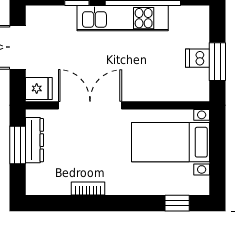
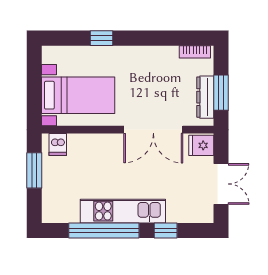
dishwasher: (197, 58) -> (58, 145), moved, turned 90
bookcase: (88, 189) -> (195, 52), moved
window: (177, 203) -> (102, 38), moved

